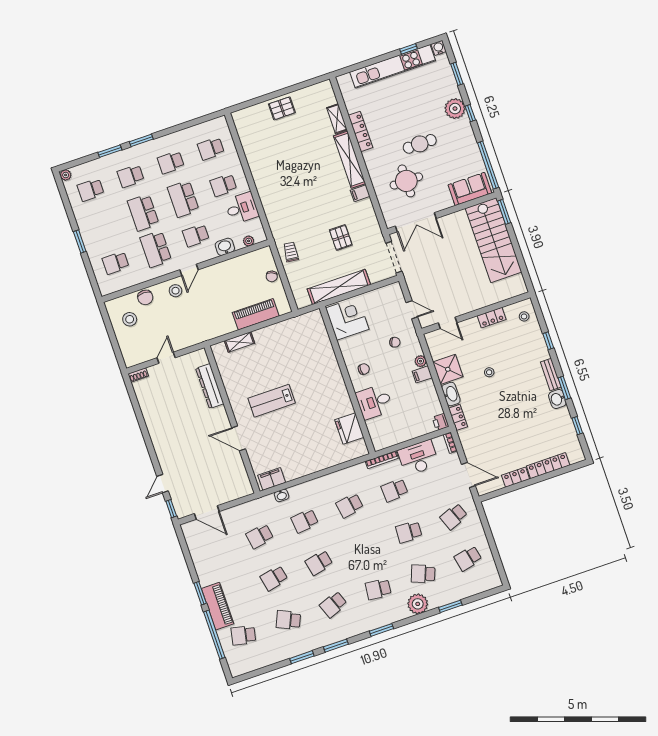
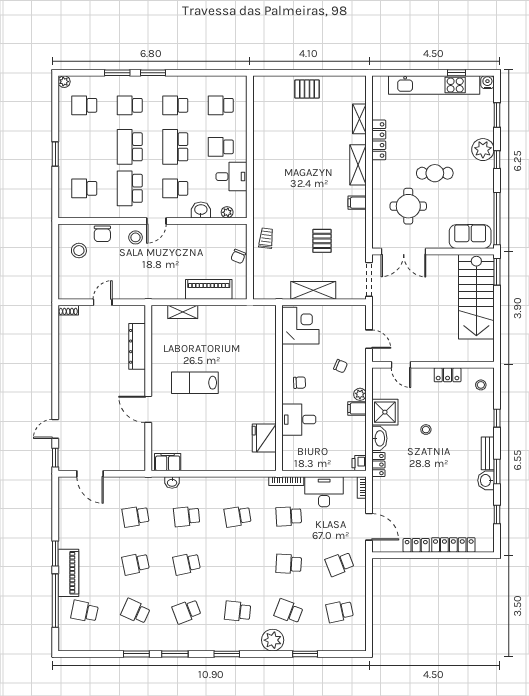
shelving: (350, 160) -> (358, 165), width x0.68
shelving: (339, 287) -> (313, 290), width x0.68

